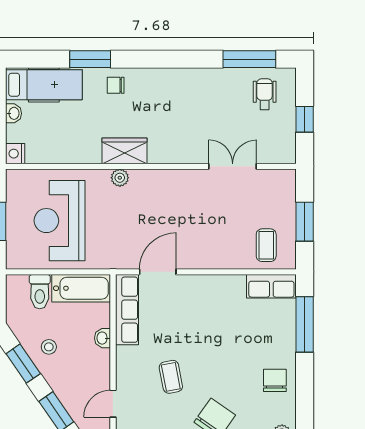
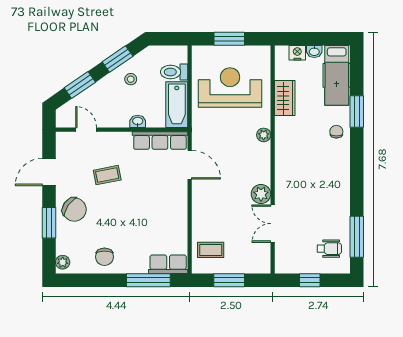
wardrobe: (124, 151) -> (285, 98), moved
nightstand: (15, 154) -> (297, 53), moved
double door: (233, 166) -> (273, 224), swing flipped
plant: (195, 181) -> (261, 194), added
row of seats: (271, 286) -> (168, 264), moved, turned 90
chair: (275, 380) -> (104, 257), turned 90

